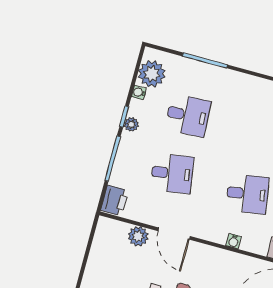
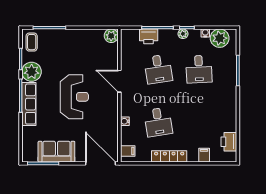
printer: (115, 200) -> (149, 36), moved
door: (174, 234) -> (119, 81), hinge flipped
plant: (138, 236) -> (111, 36), moved

